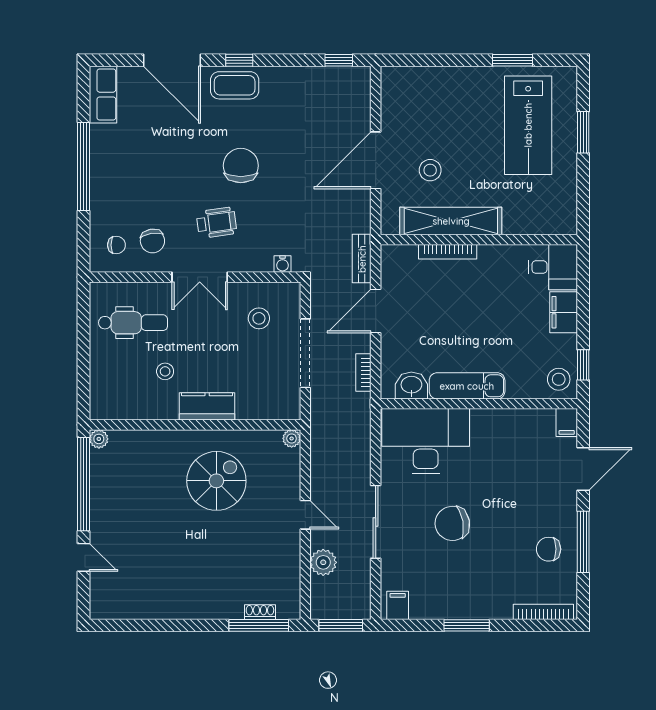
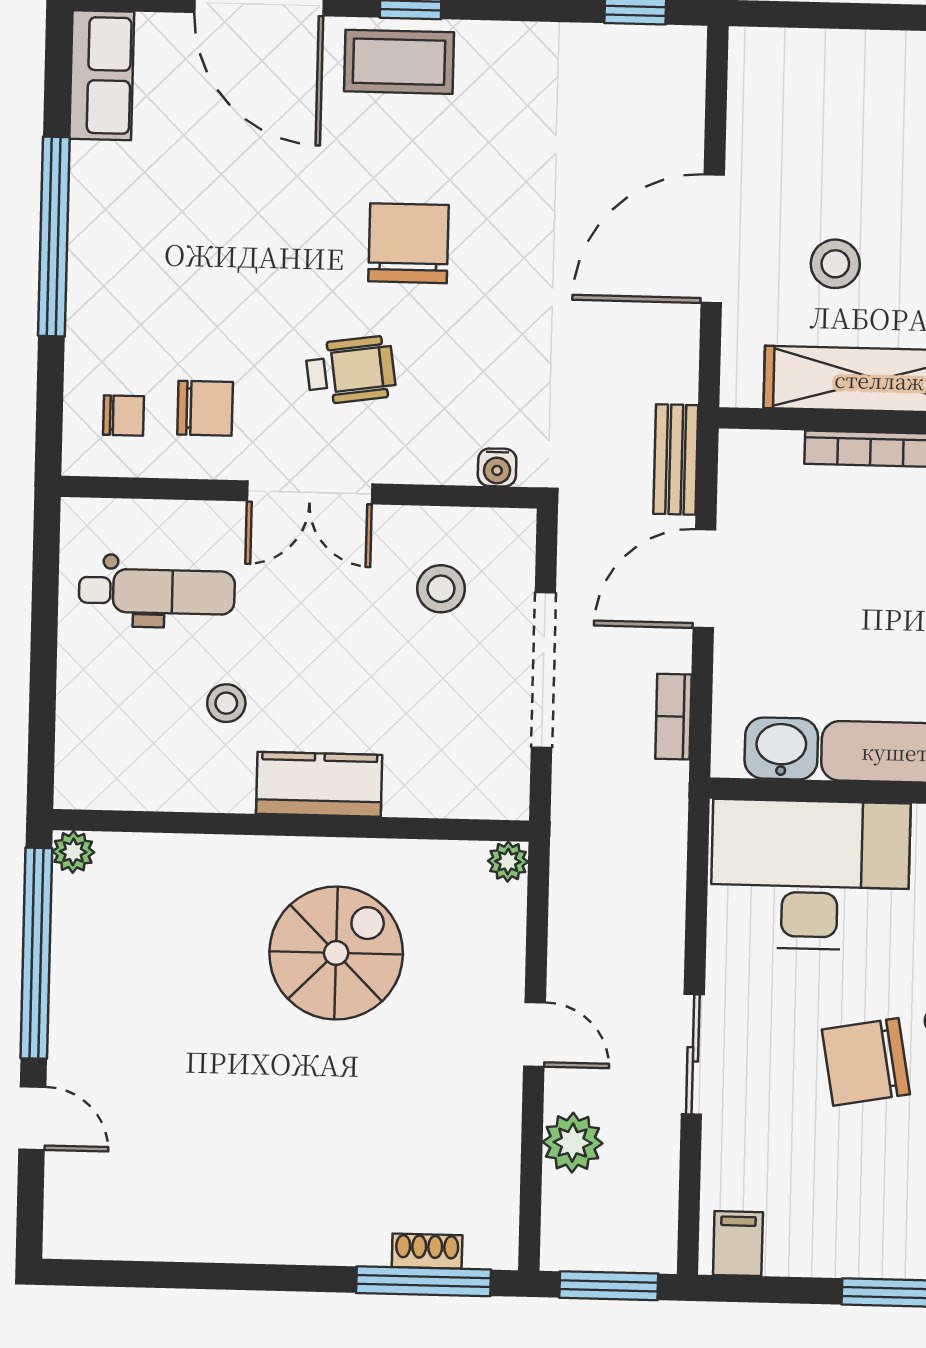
chair: (152, 241) -> (205, 408), turned -81
sliding door: (376, 522) -> (693, 1054), width x0.73

